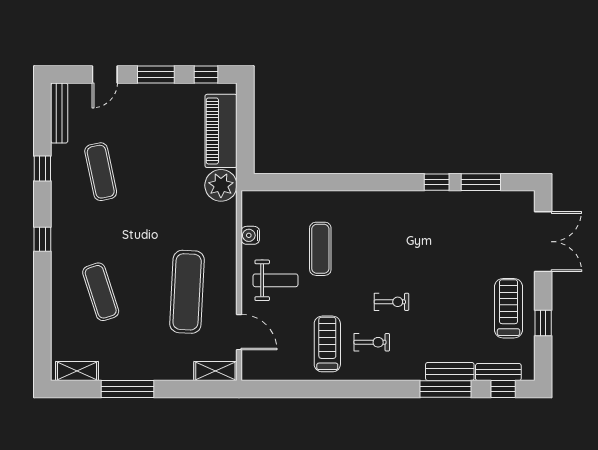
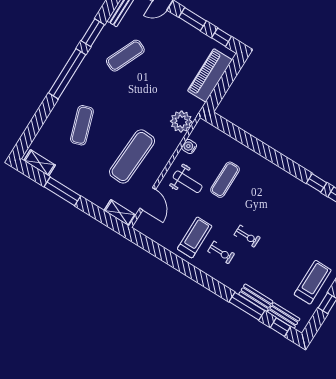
window: (42, 169) -> (93, 33), width x1.50
exercise mat: (101, 172) -> (125, 56), turned 36
plant: (221, 185) -> (181, 122), moved
window: (42, 239) -> (67, 74), width x3.17

